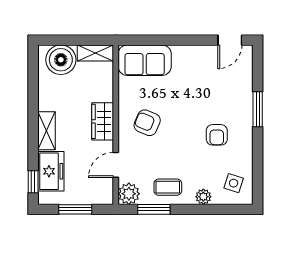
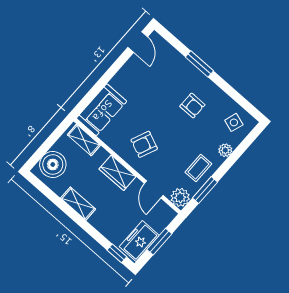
shelving: (95, 53) -> (84, 140), moved, turned 90
shelving: (46, 131) -> (78, 204), moved
freezer: (51, 171) -> (139, 241), moved, turned -90

